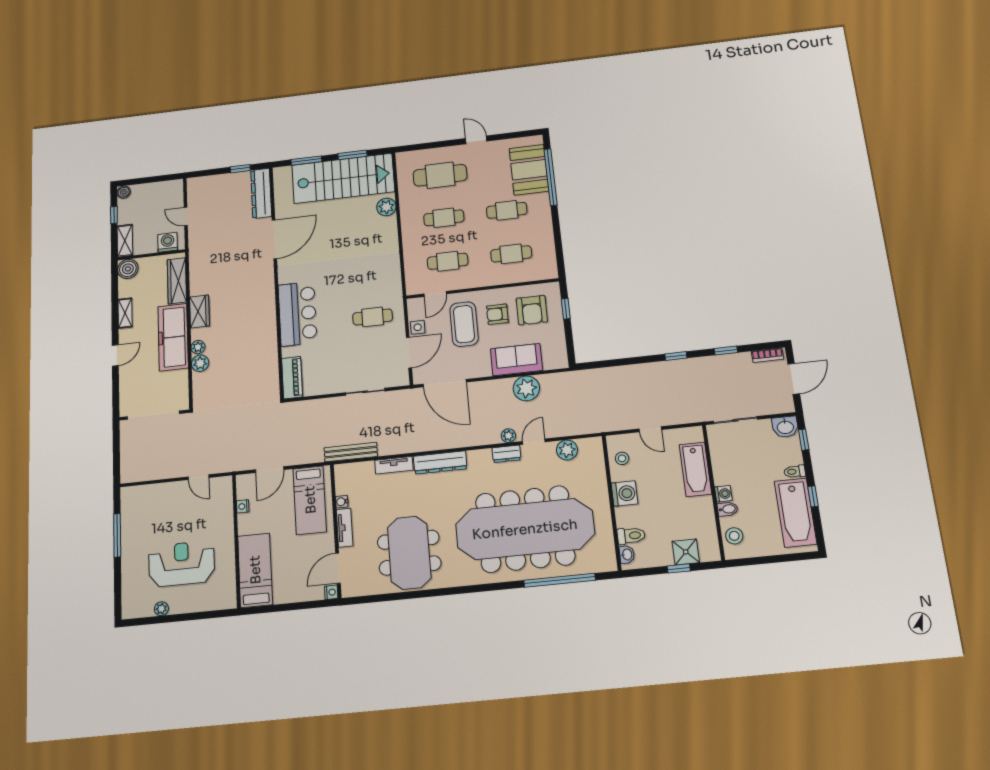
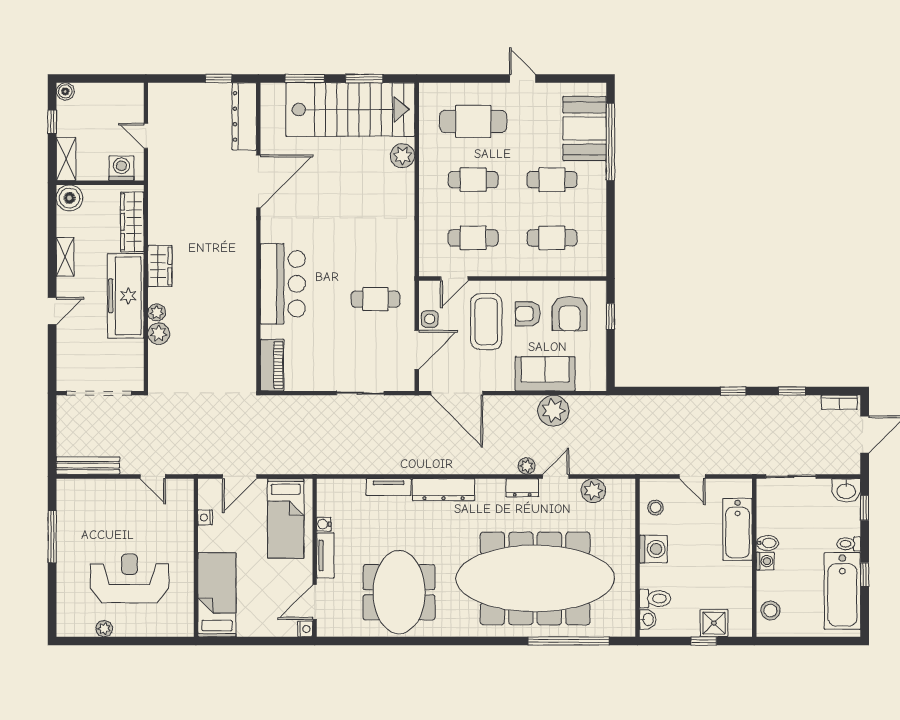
bench: (351, 452) -> (88, 466), moved
bidet: (728, 509) -> (767, 543), moved

